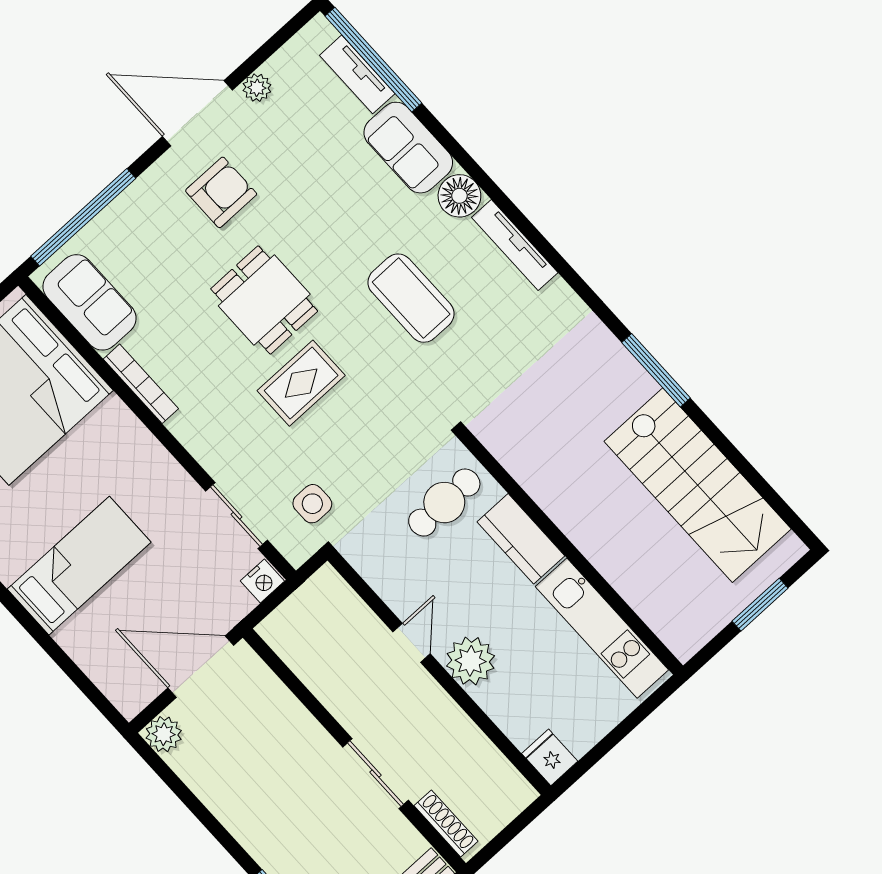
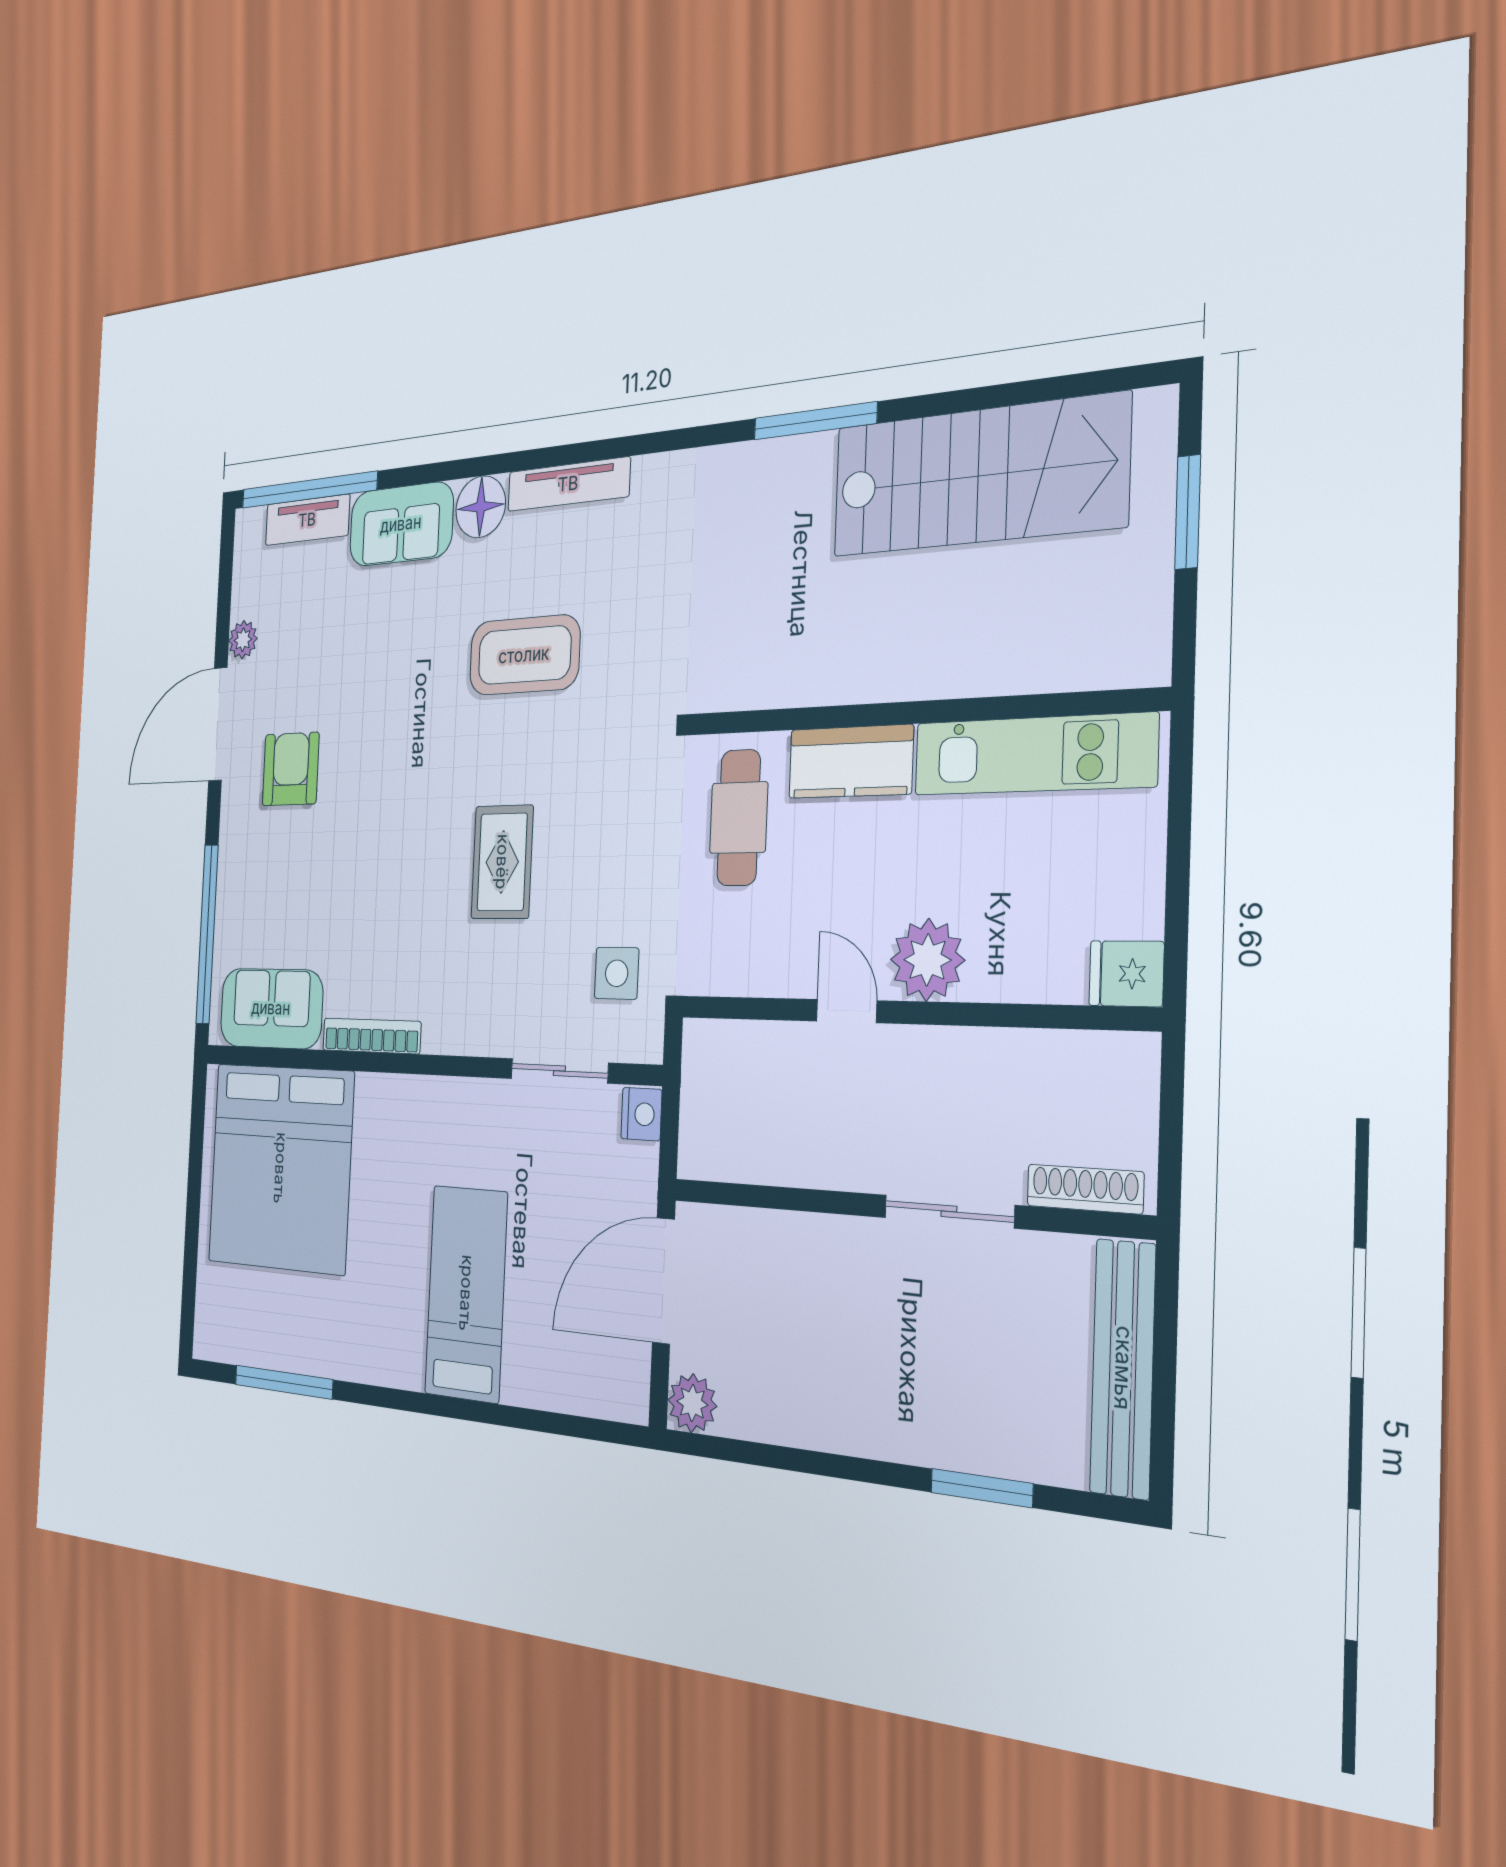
dining table: (264, 300) -> (405, 822), removed

